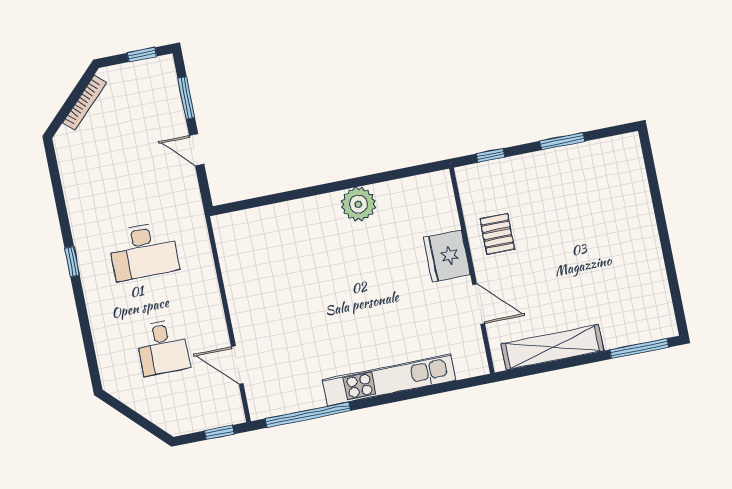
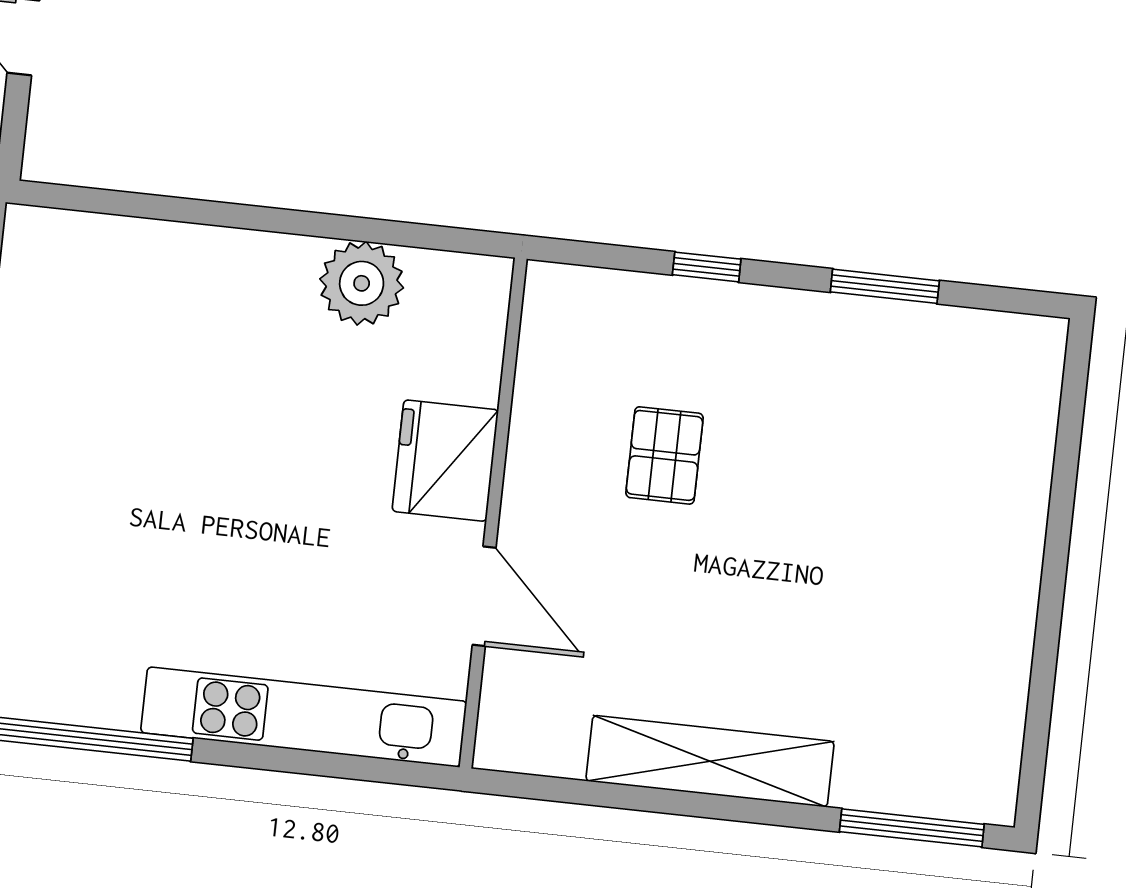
fridge: (447, 256) -> (445, 461), moved
wall: (472, 271) -> (493, 513), moved
door: (479, 304) -> (484, 596), moved

